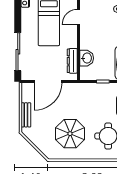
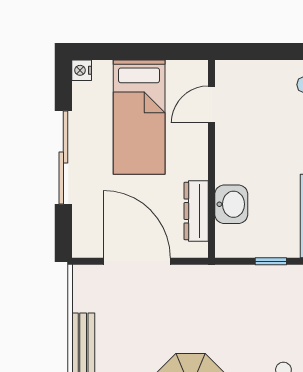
sliding door: (18, 52) -> (63, 158), moved
door: (48, 81) -> (137, 261), swing flipped

